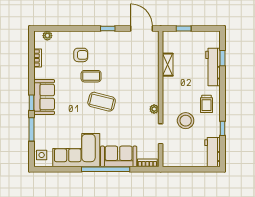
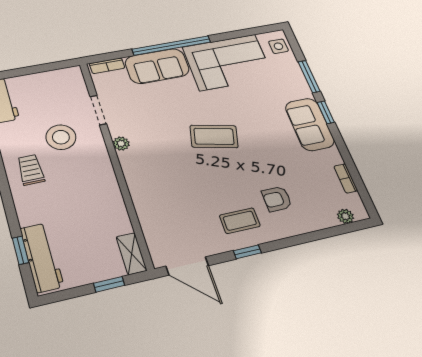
shelving: (168, 65) -> (132, 254), moved
workbench: (213, 67) -> (42, 257), moved
coffee table: (91, 76) -> (240, 221), moved

